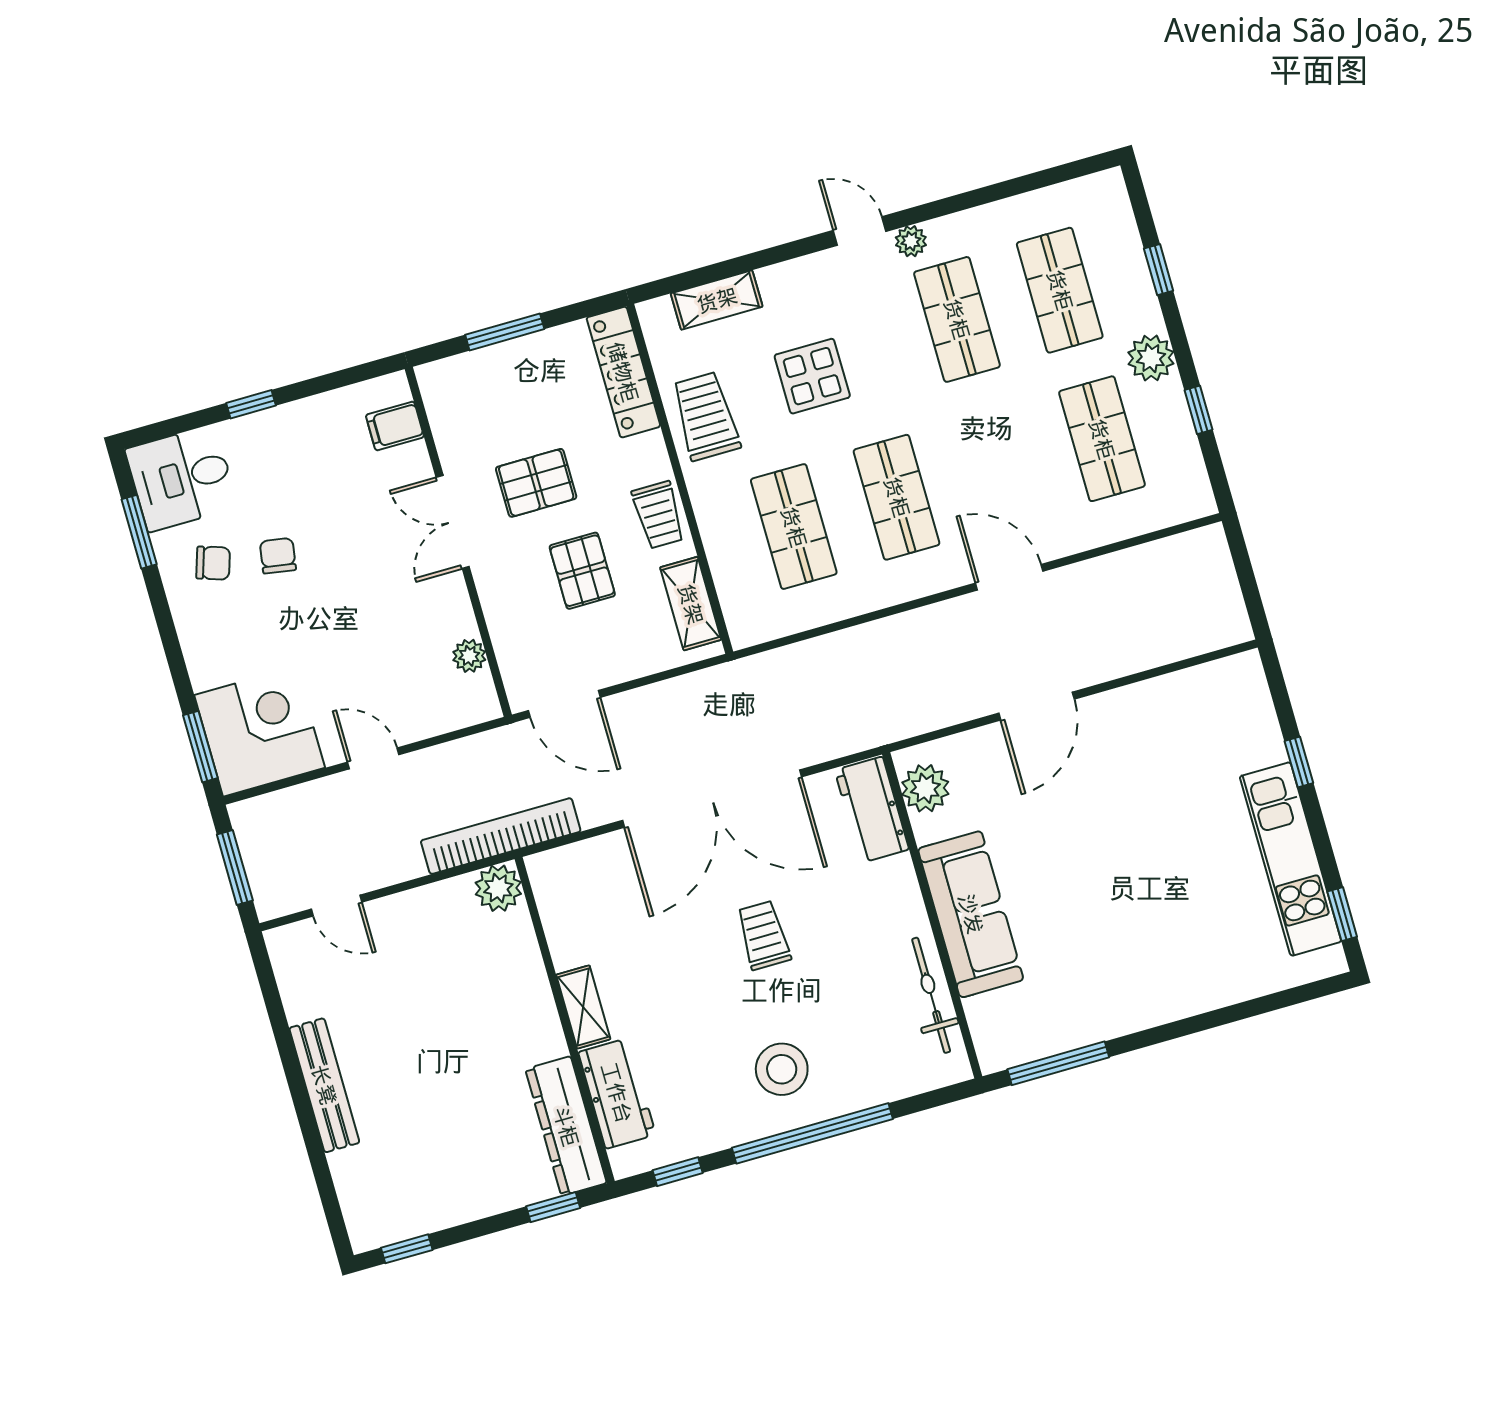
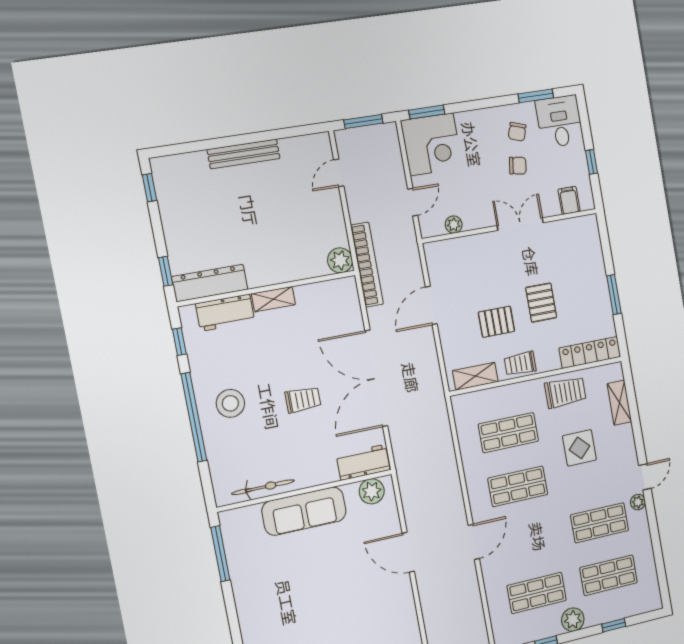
filing cabinet: (395, 426) -> (569, 200), moved
double door: (453, 522) -> (520, 224), moved
wall: (458, 542) -> (510, 226), moved
plant: (469, 656) -> (454, 225), moved

